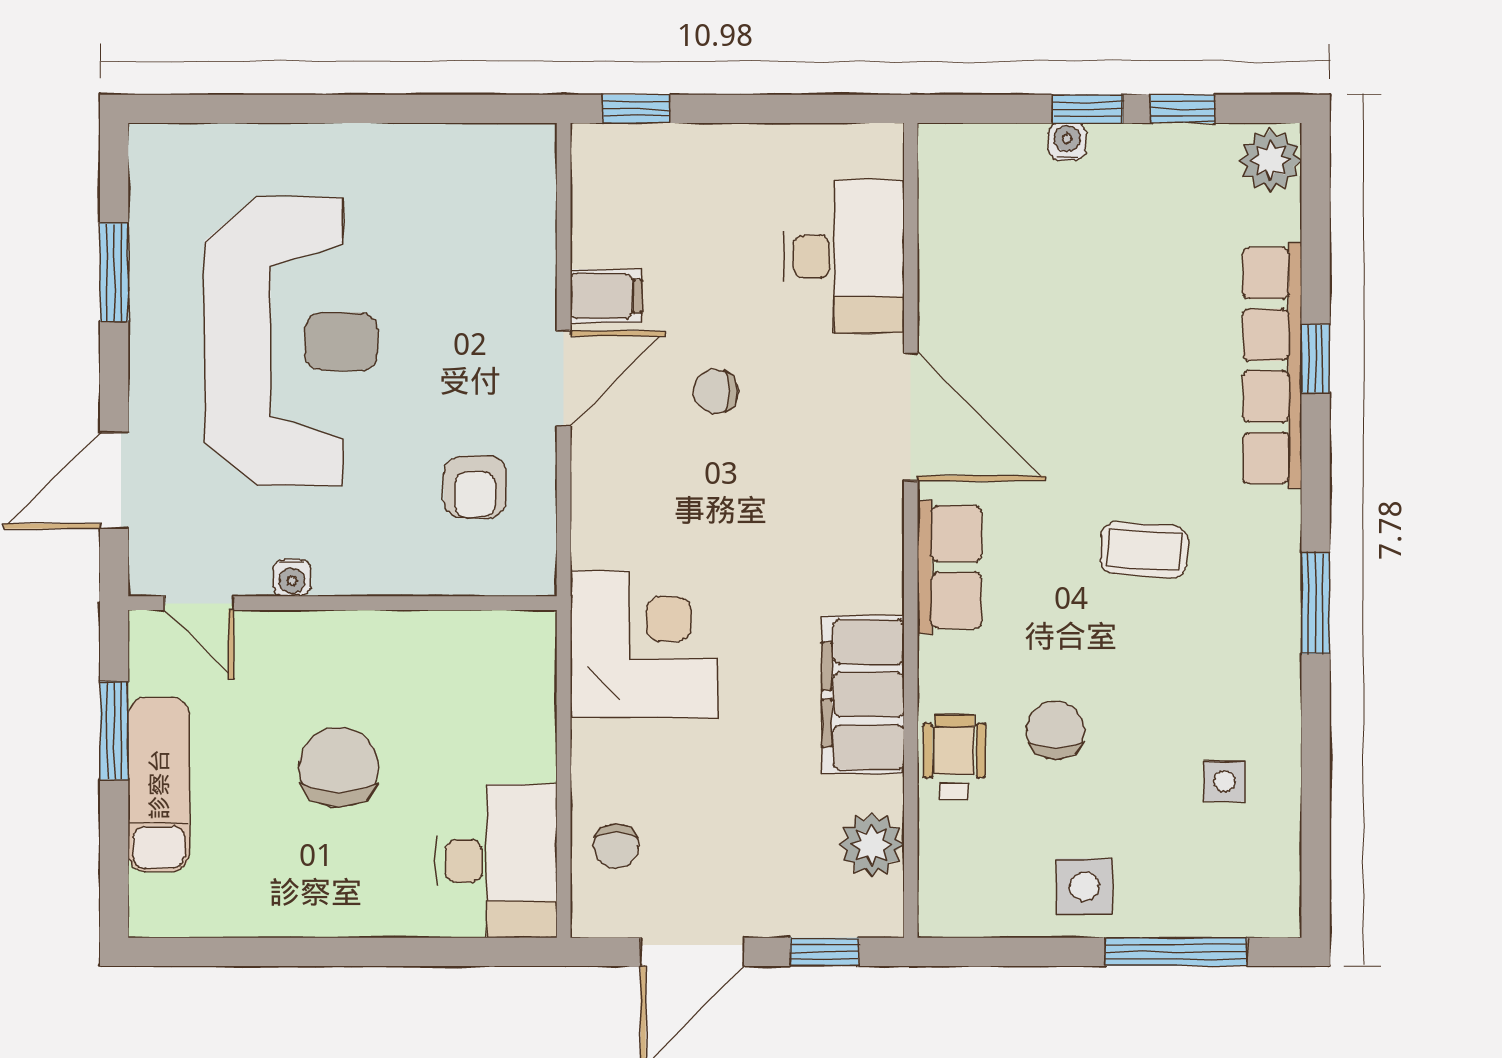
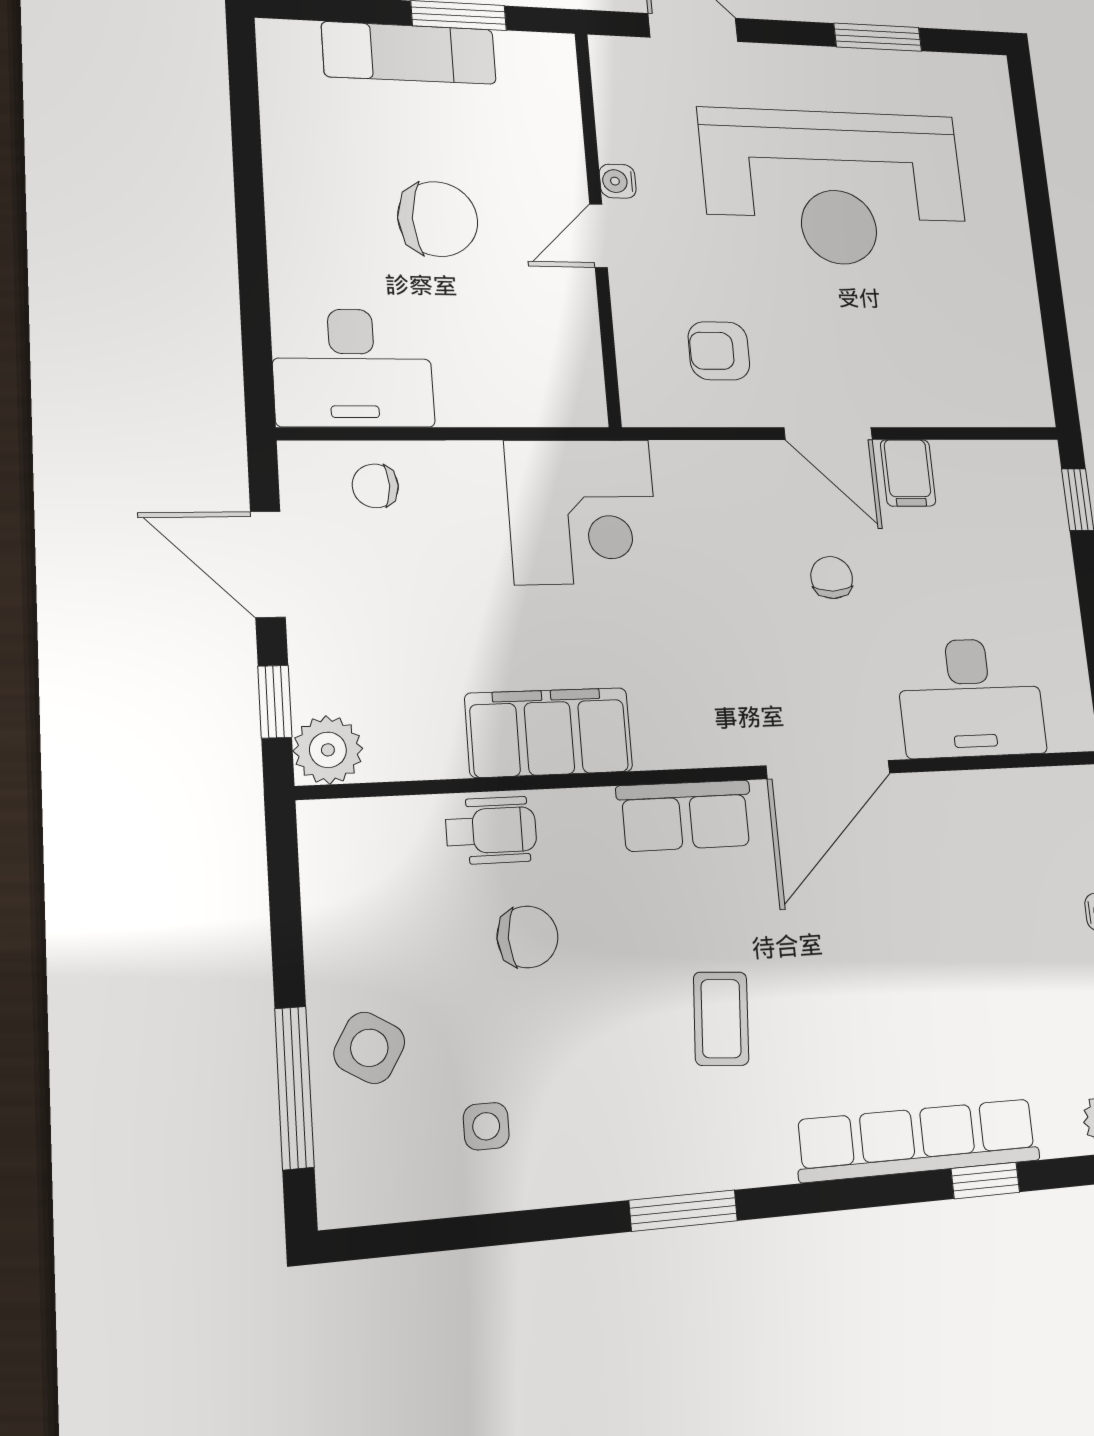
window: (1316, 358) -> (985, 1180), moved
door: (199, 603) -> (599, 236), moved
plant: (872, 845) -> (328, 750), moved
side table: (1084, 887) -> (369, 1048), moved, turned 31

